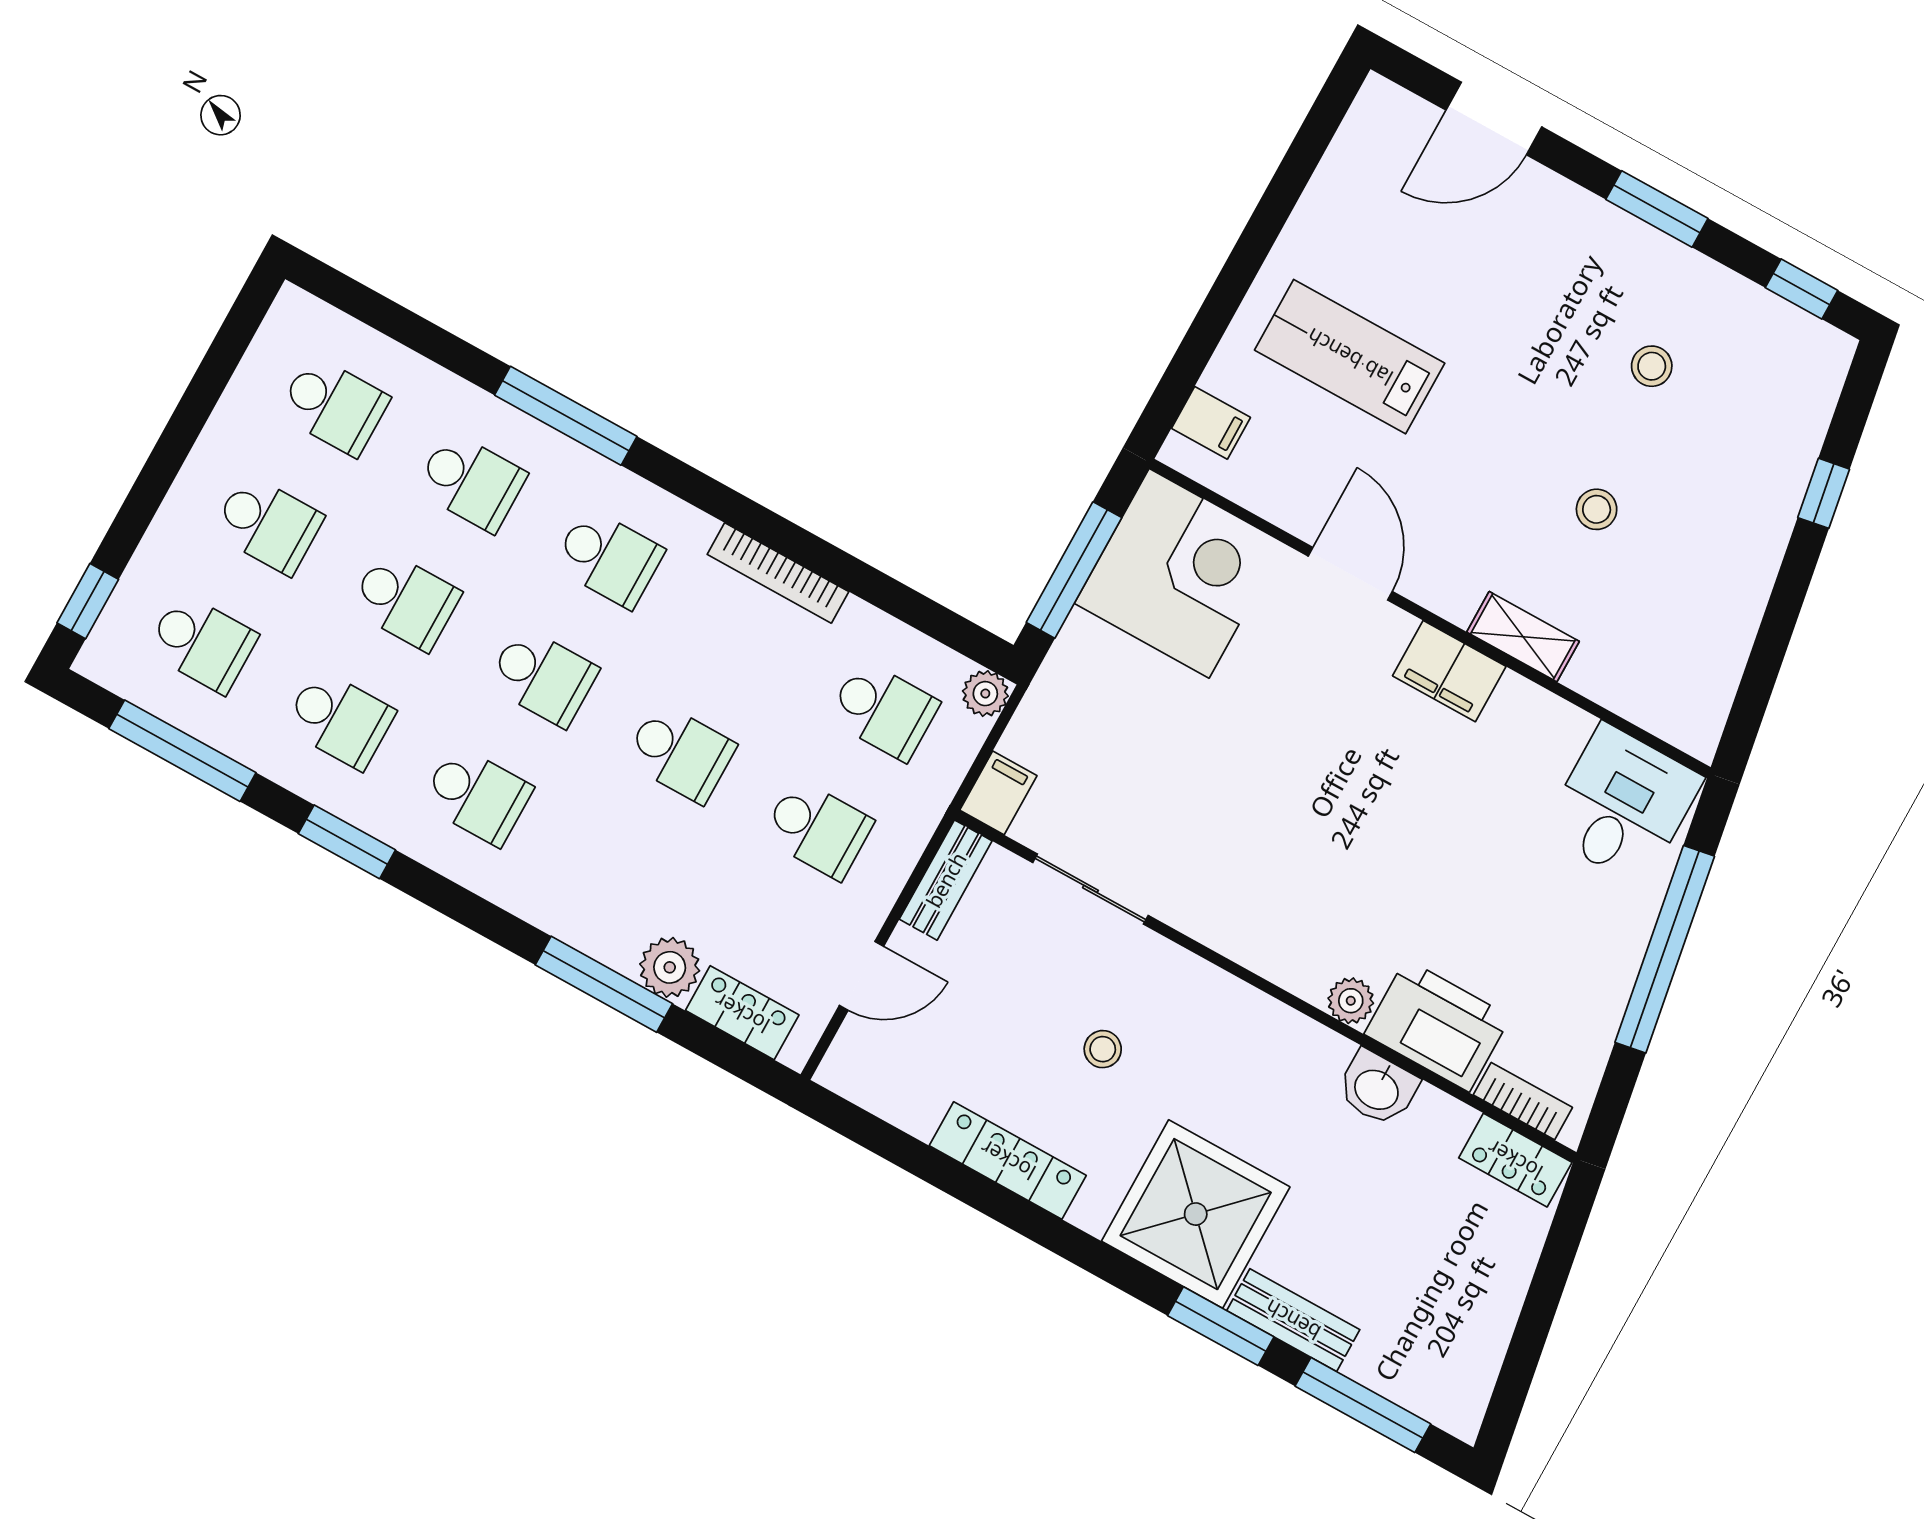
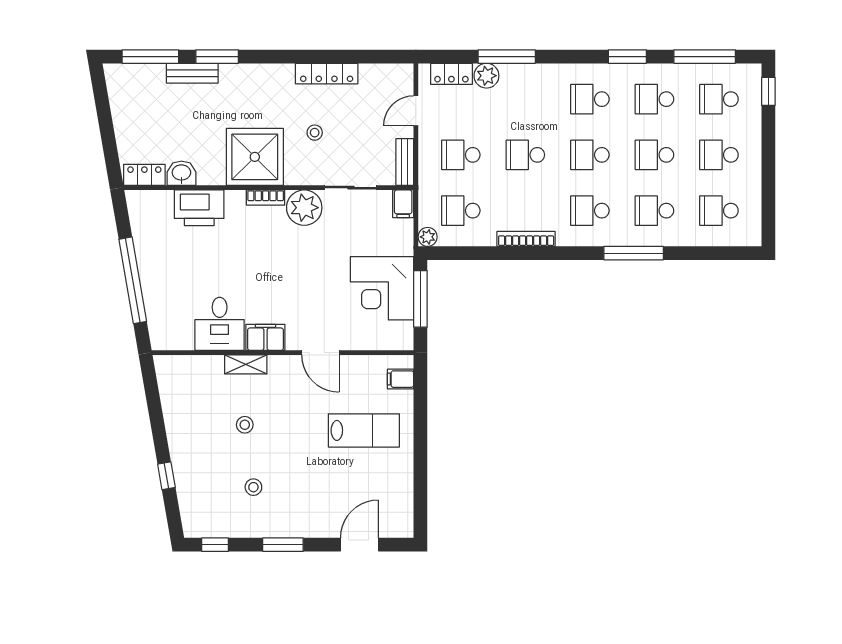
corner desk: (1179, 573) -> (382, 288), moved
desk: (1622, 805) -> (220, 324), moved
plant: (1351, 1001) -> (304, 208), moved, width x1.87, depth x1.87
washbasin: (1377, 1088) -> (181, 173), moved
bookcase: (1523, 1101) -> (266, 198), moved
shower: (1196, 1214) -> (255, 157), moved

